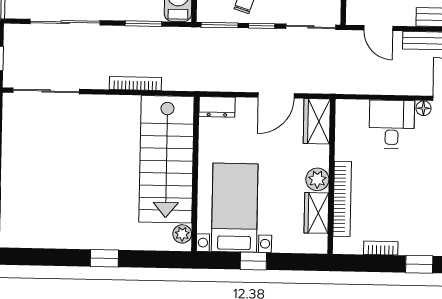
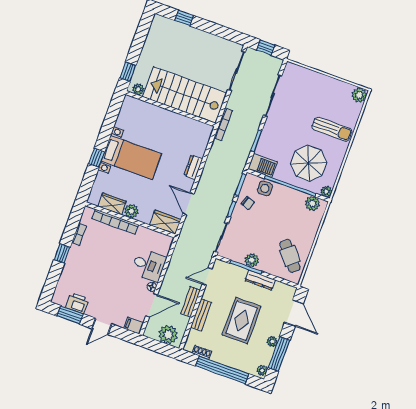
stairs: (167, 159) -> (185, 95), moved
wall: (195, 174) -> (171, 109), moved
plant: (182, 234) -> (138, 89), moved

